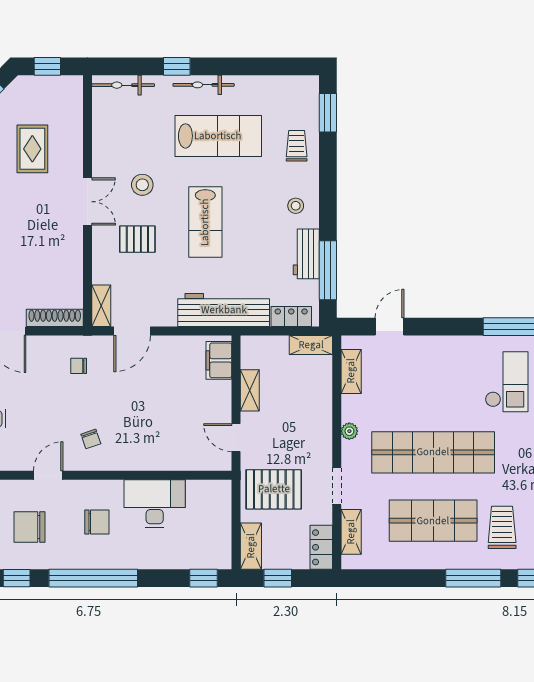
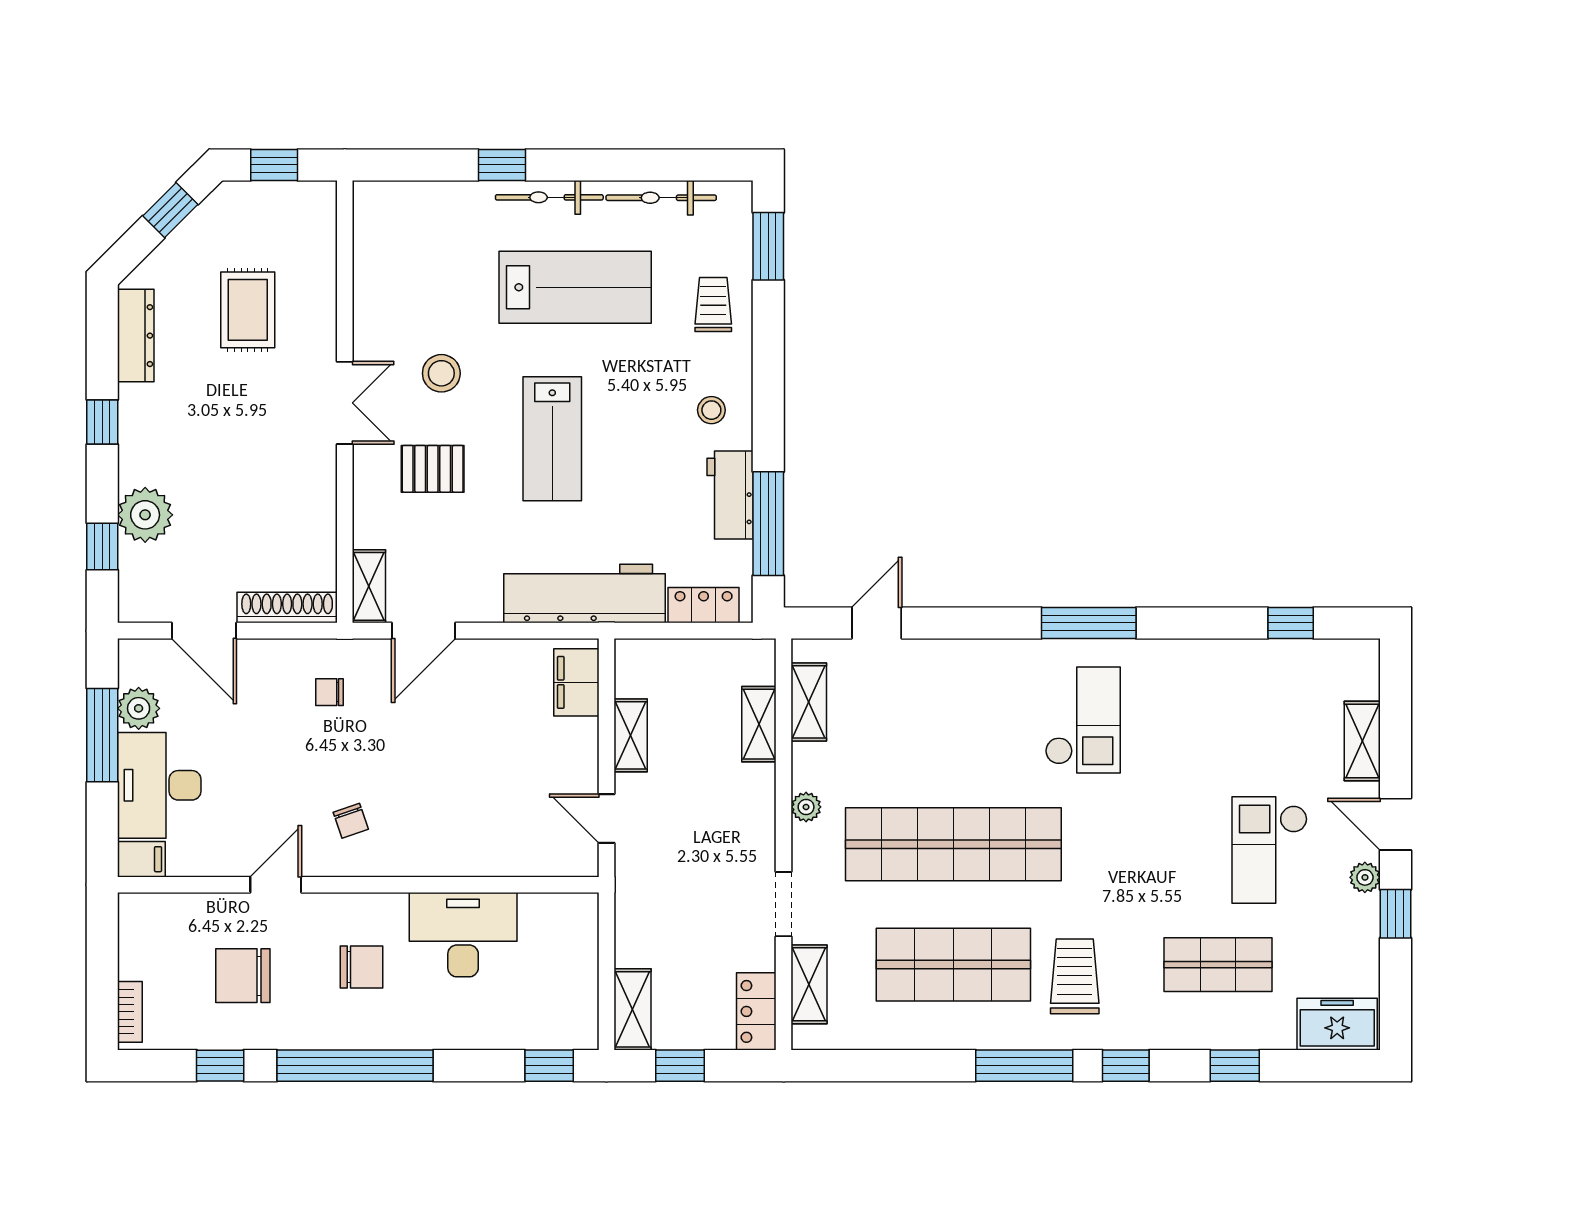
bicycle: (123, 85) -> (661, 198), moved
shelving: (311, 345) -> (759, 724), moved, turned 90
pallet: (274, 489) -> (673, 909), removed

